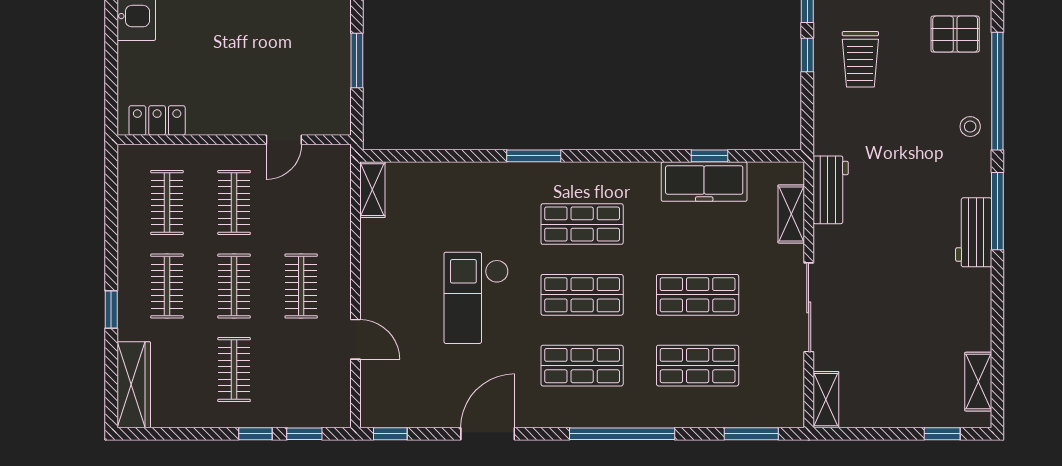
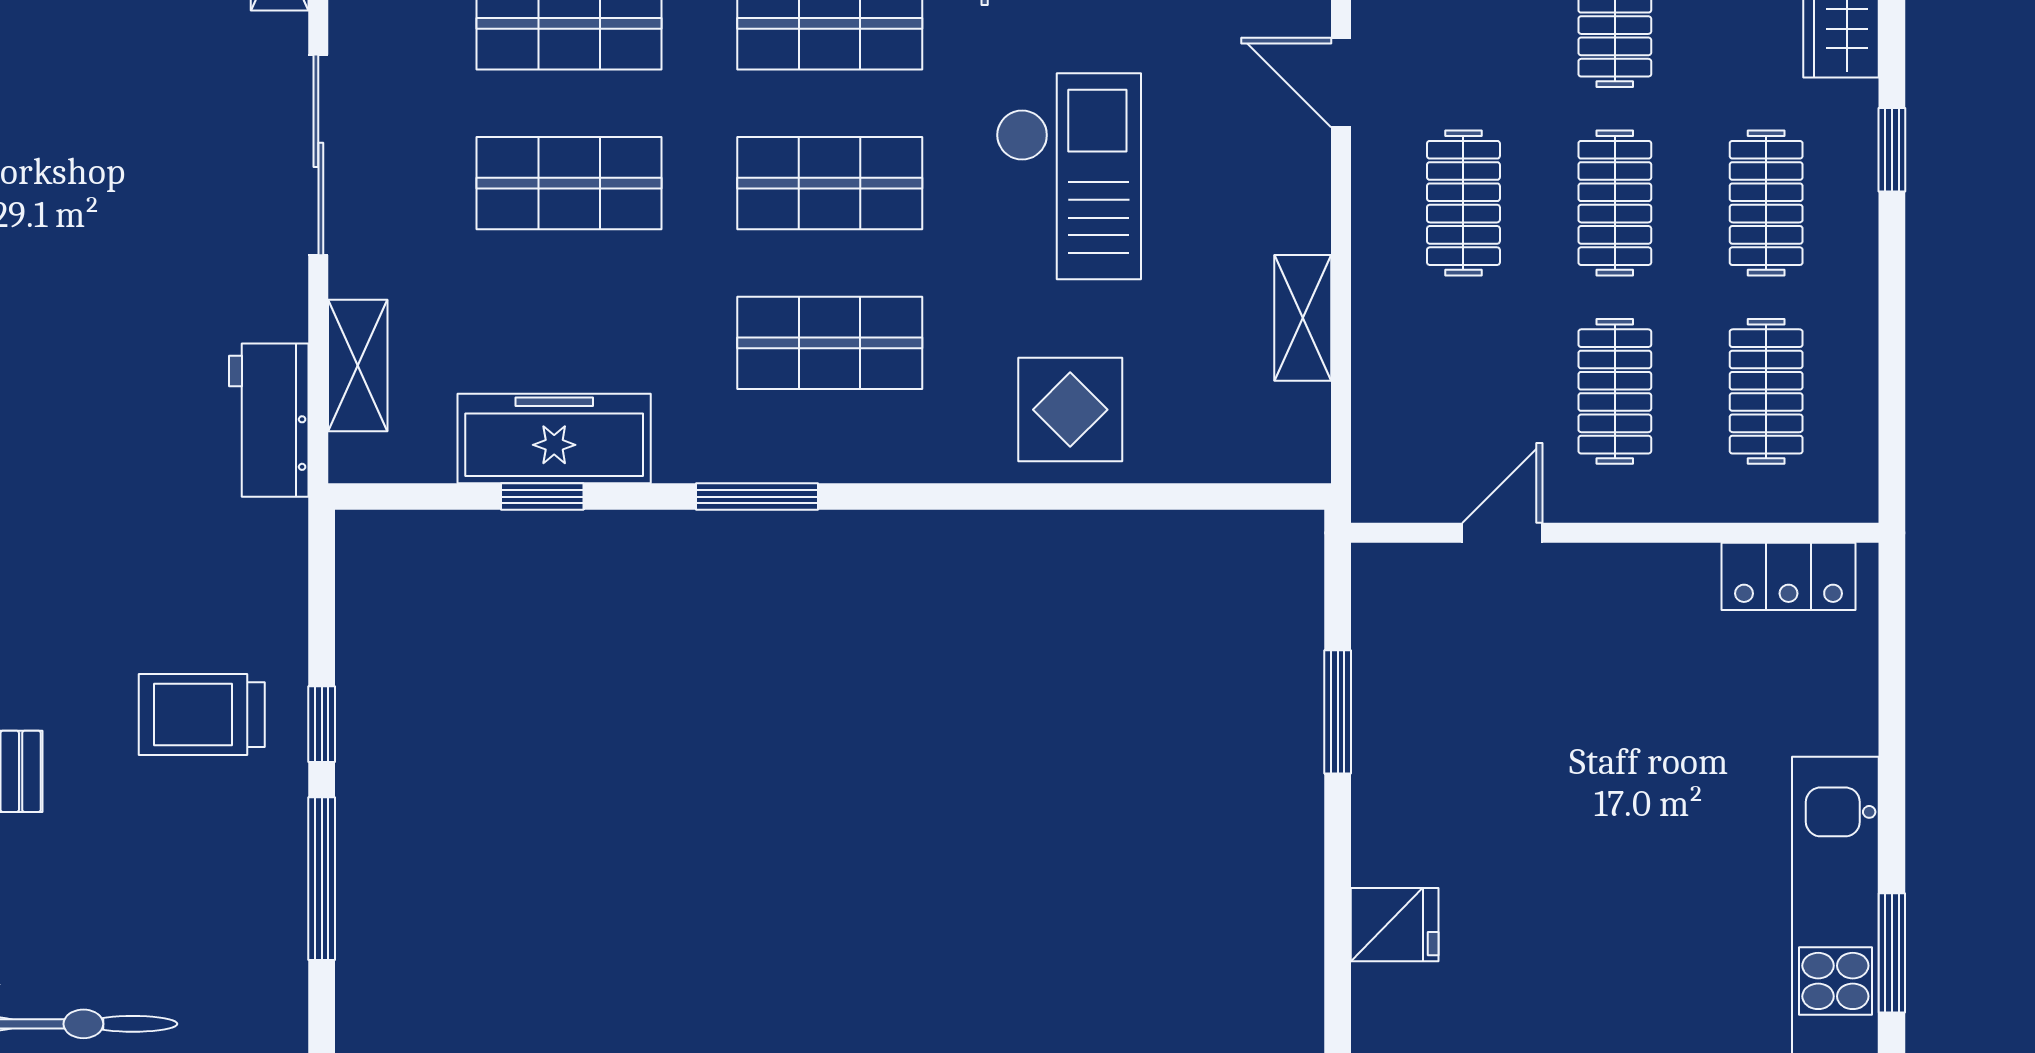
trolley: (860, 59) -> (202, 715), turned -90
window: (534, 156) -> (757, 497), moved
shelving: (372, 190) -> (1303, 318), moved
display table: (475, 194) -> (1070, 410), added

